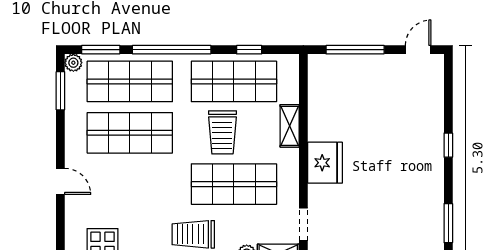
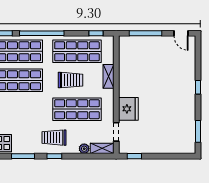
window: (249, 50) -> (96, 33), moved
door: (418, 50) -> (181, 33), swing flipped
trolley: (222, 132) -> (70, 80), turned -90
fridge: (325, 163) -> (128, 109), moved

